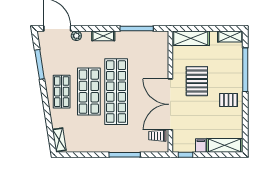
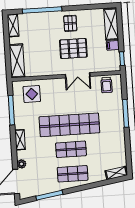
display table: (153, 52) -> (32, 94), added
pallet: (197, 81) -> (73, 48), moved
shop shelf: (89, 92) -> (71, 149), width x0.70, depth x0.74
double door: (170, 104) -> (78, 75), width x0.54

